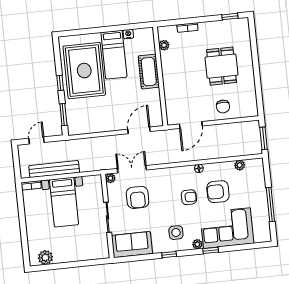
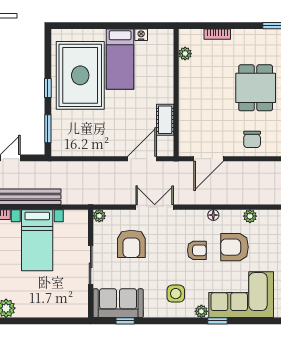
cot: (149, 72) -> (165, 120), moved, width x0.73, depth x0.75
plant: (240, 165) -> (250, 216), moved
double door: (132, 169) -> (155, 207), moved
window: (169, 255) -> (125, 321), moved

